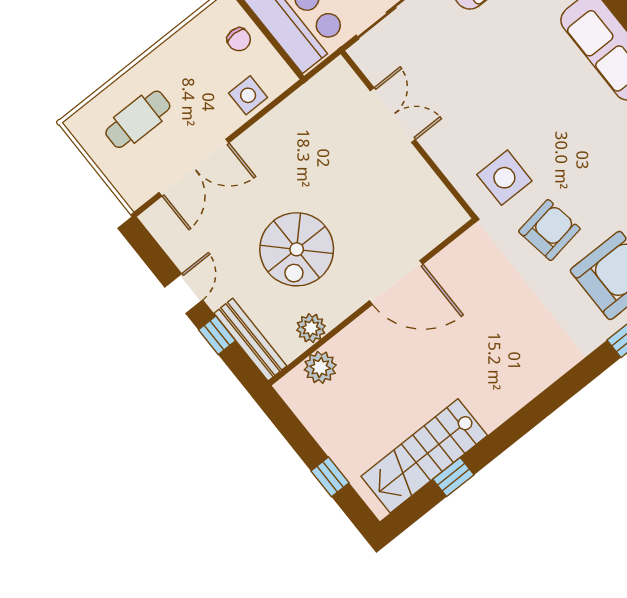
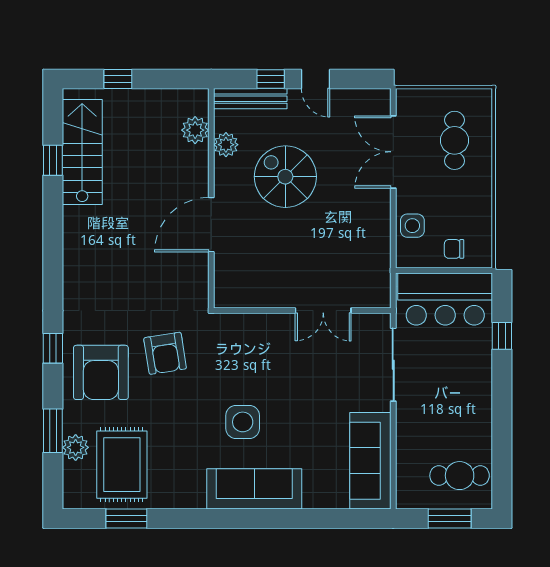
side table: (504, 178) -> (243, 422), moved

